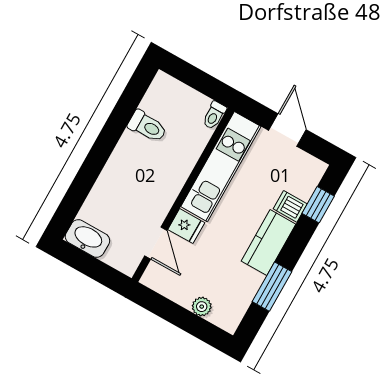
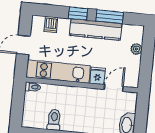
window: (318, 205) -> (78, 14), moved
dishwasher: (290, 206) -> (51, 24), moved
kitchen counter: (269, 243) -> (96, 30), width x1.50

